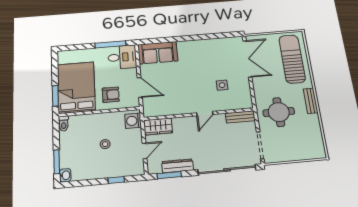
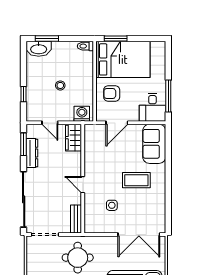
coffee table: (195, 65) -> (136, 180), added
armchair: (111, 95) -> (112, 94), turned 90
washbasin: (65, 175) -> (39, 49), width x1.91, depth x1.45

